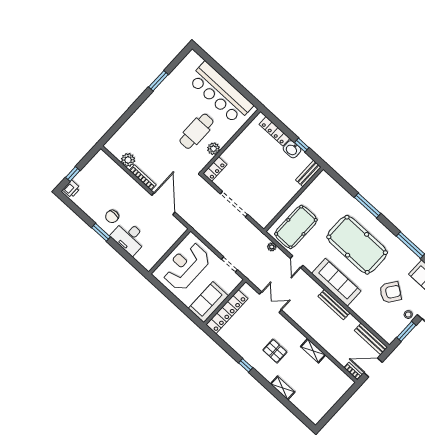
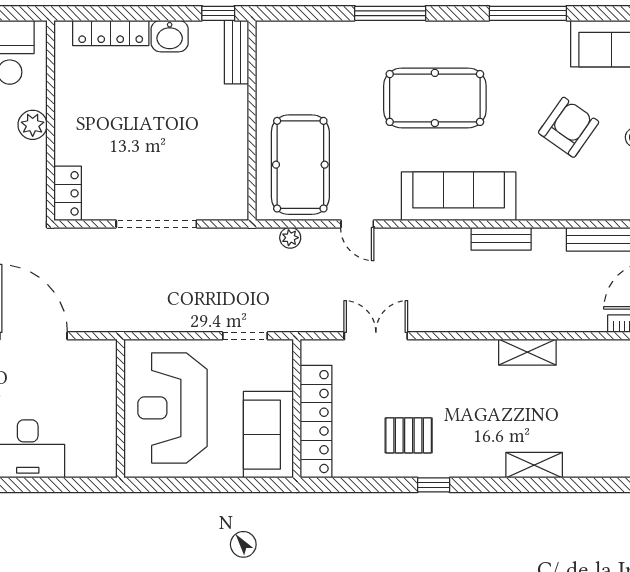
window: (302, 145) -> (218, 13), moved
plant: (213, 149) -> (33, 125), moved
pool table: (357, 245) -> (435, 98), width x0.73, depth x0.76
bench: (334, 305) -> (501, 239), width x0.73
pallet: (275, 351) -> (409, 435), moved

